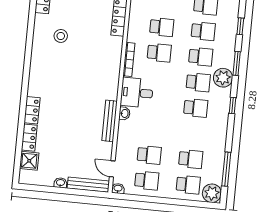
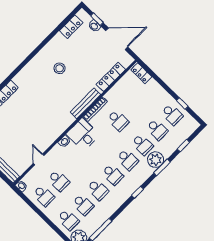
school desk: (162, 27) -> (98, 190), moved
stool: (61, 36) -> (60, 68), moved
plant: (223, 78) -> (156, 160), moved
bench: (109, 121) -> (85, 103), moved
door: (112, 169) -> (39, 159), moved

